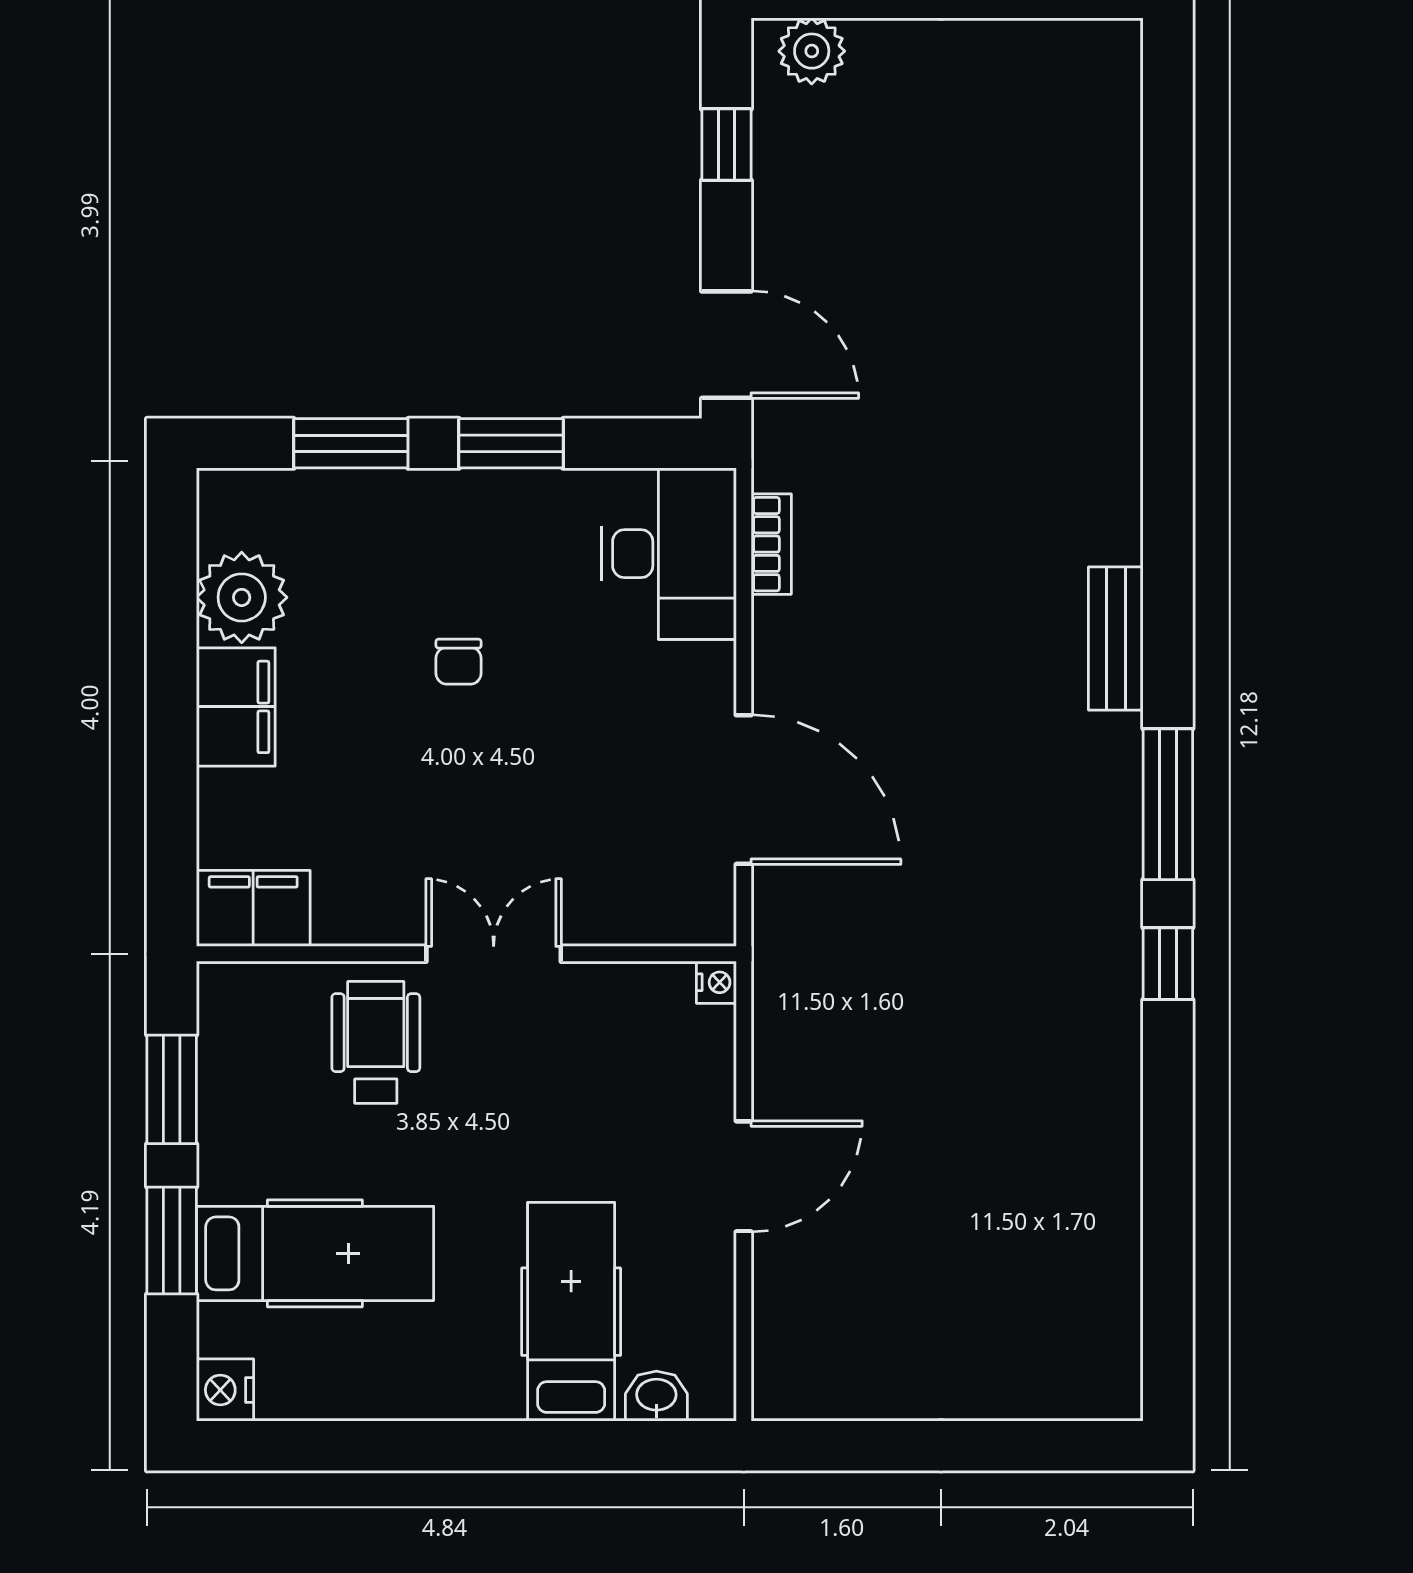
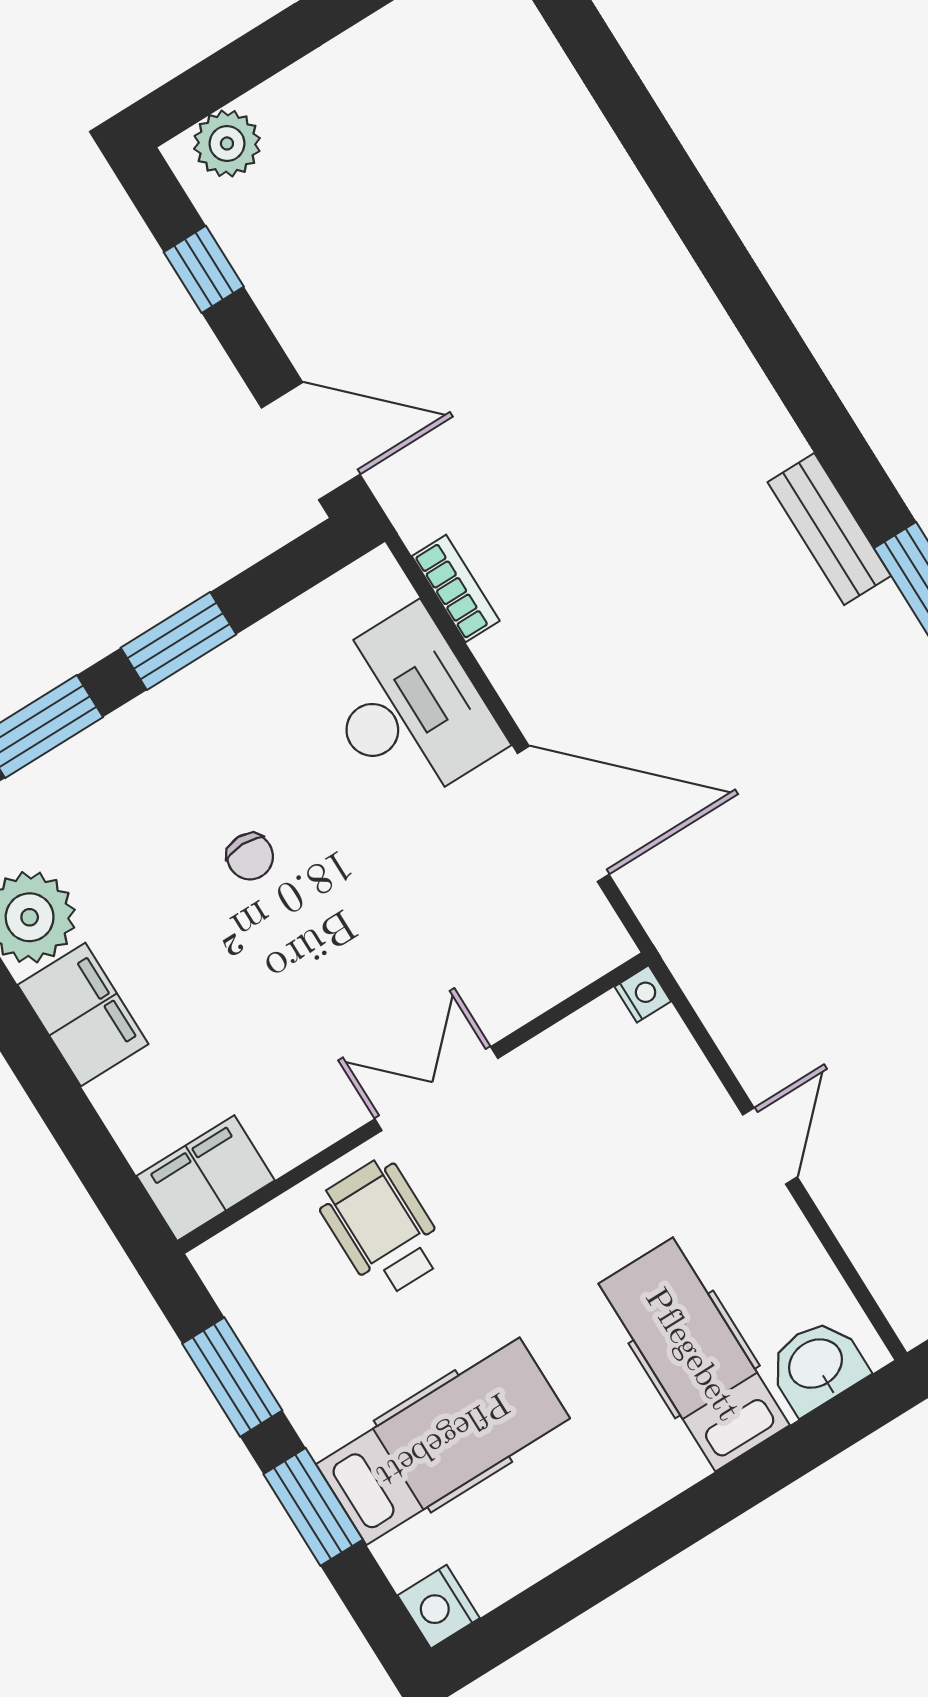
desk: (669, 554) -> (408, 708), moved
bench: (1116, 638) -> (829, 529), moved
door: (744, 1176) -> (770, 1146), width x0.73
washbasin: (656, 1396) -> (817, 1365), width x1.38, depth x1.45

